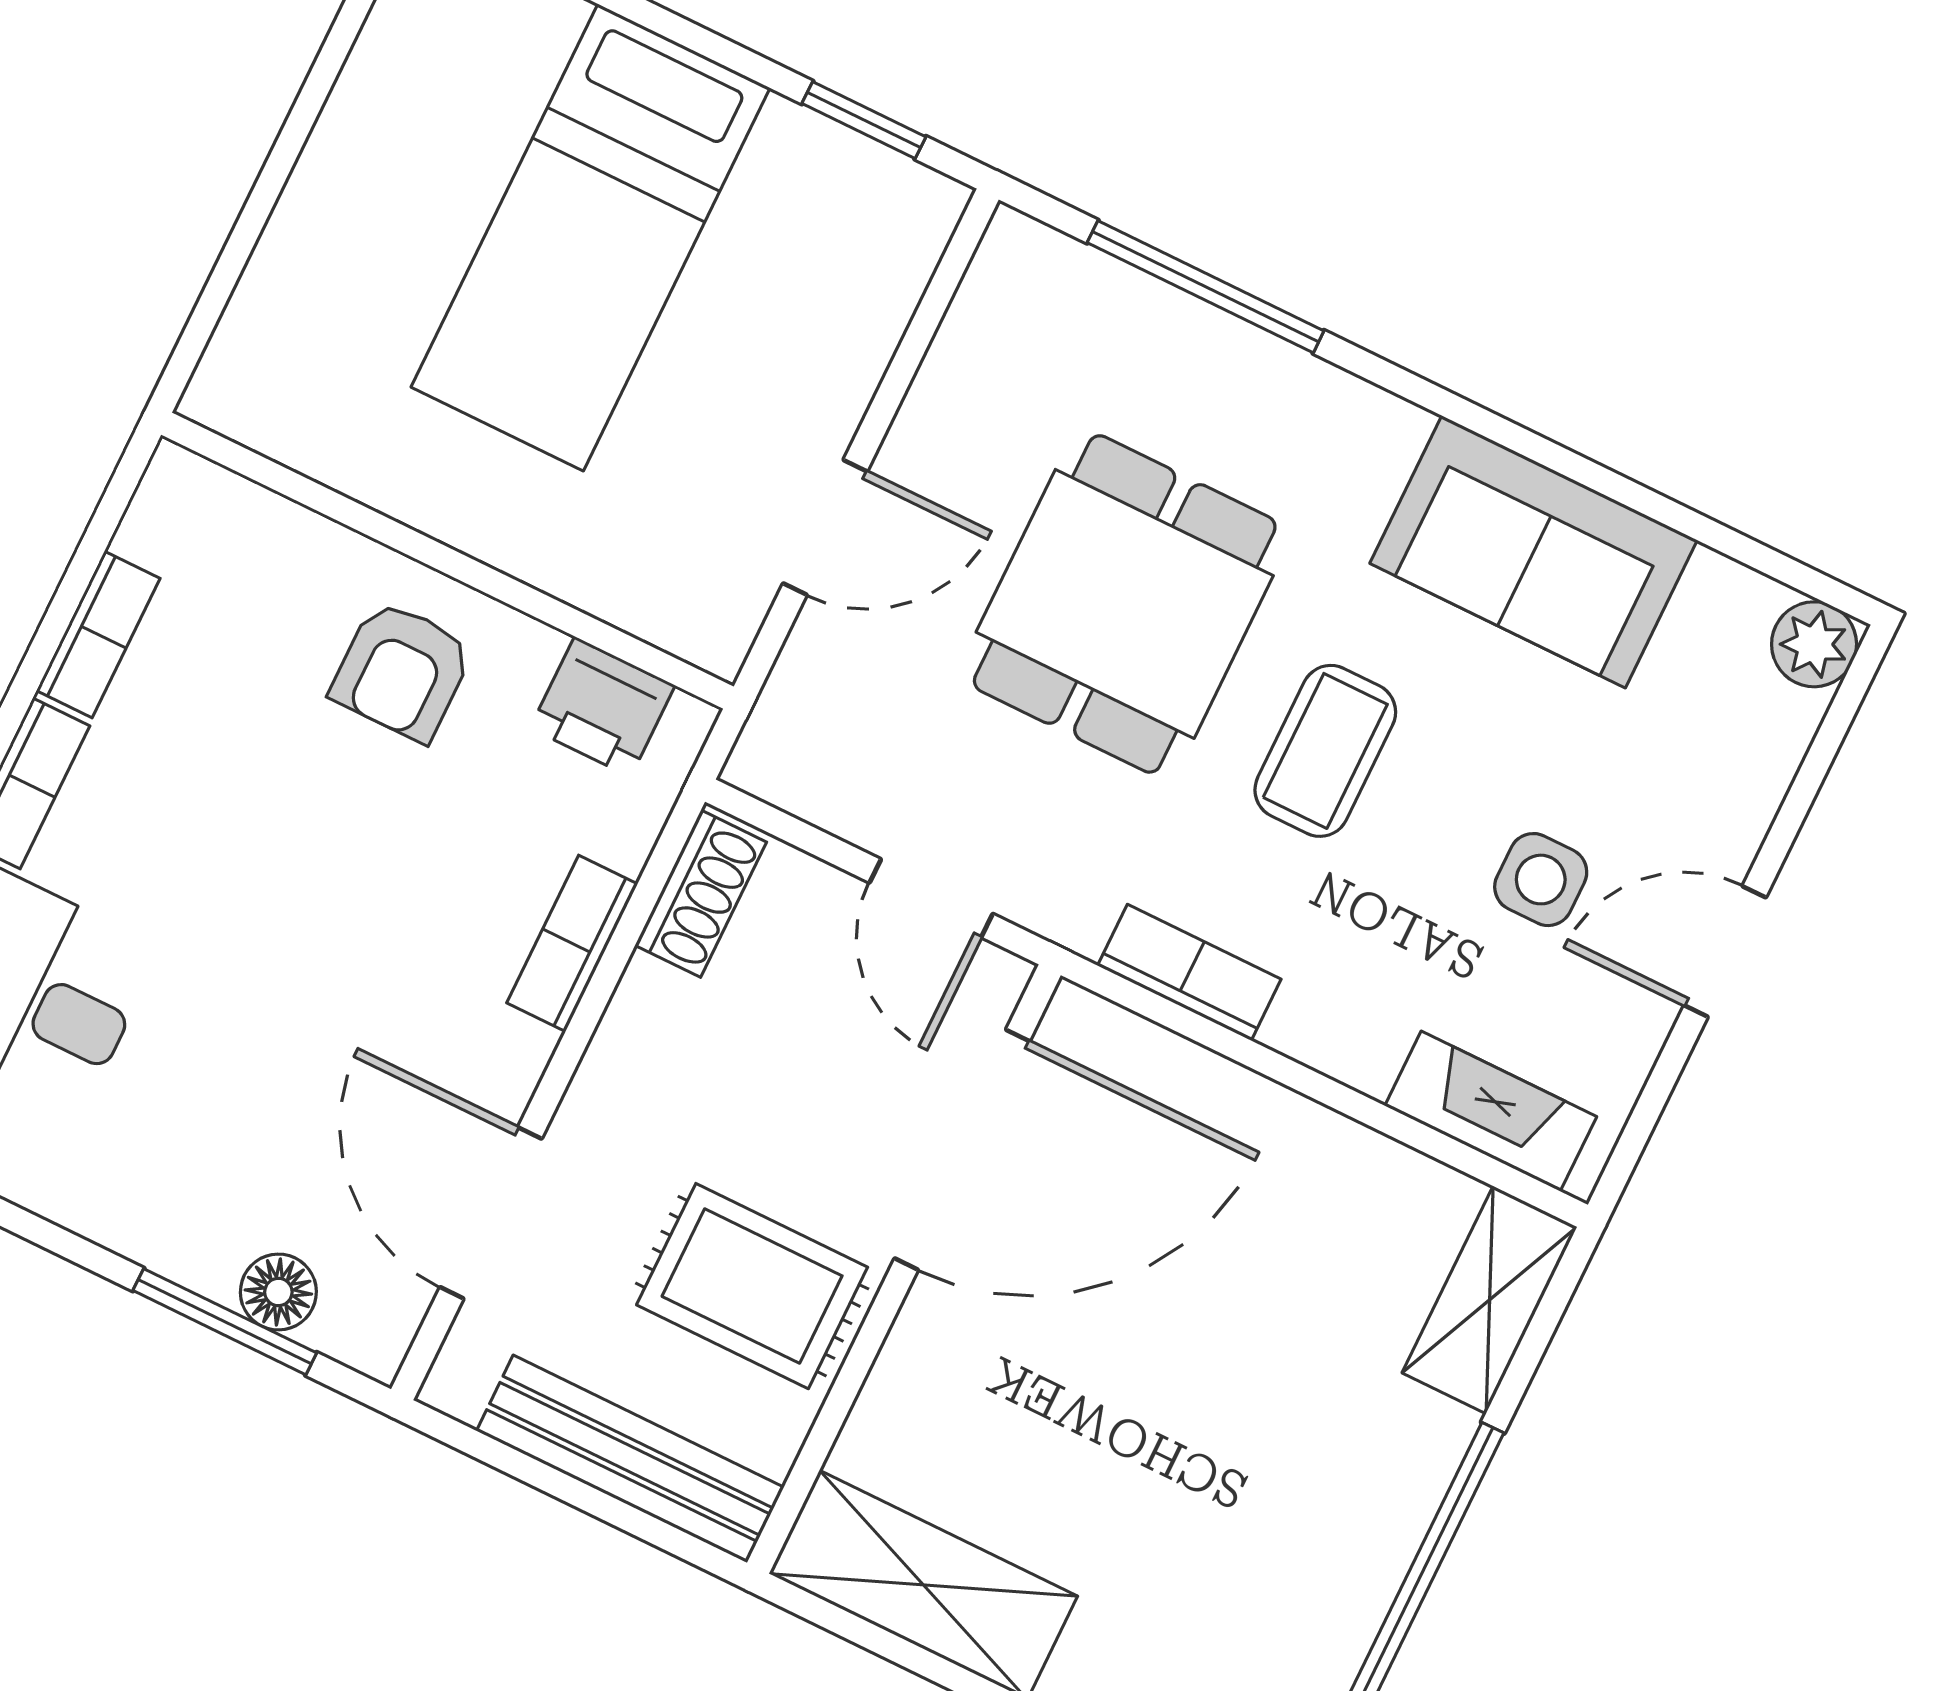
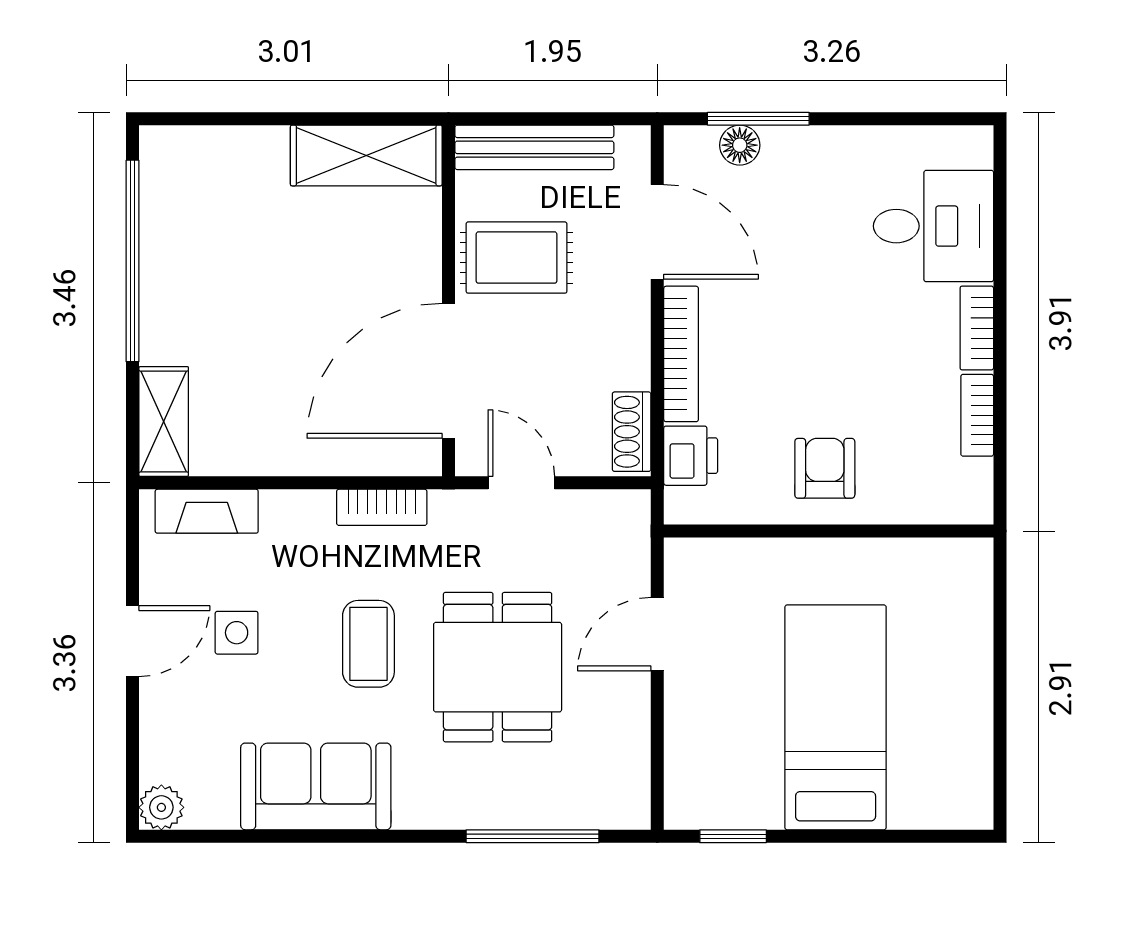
printer: (603, 707) -> (691, 456), moved, turned 90
bookcase: (572, 943) -> (681, 354), width x1.56

